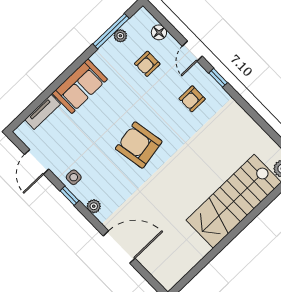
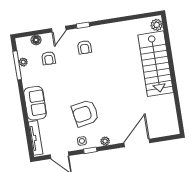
door: (192, 51) -> (59, 29), hinge flipped
tv unit: (43, 112) -> (36, 138), width x1.41
armchair: (139, 145) -> (85, 113), moved

